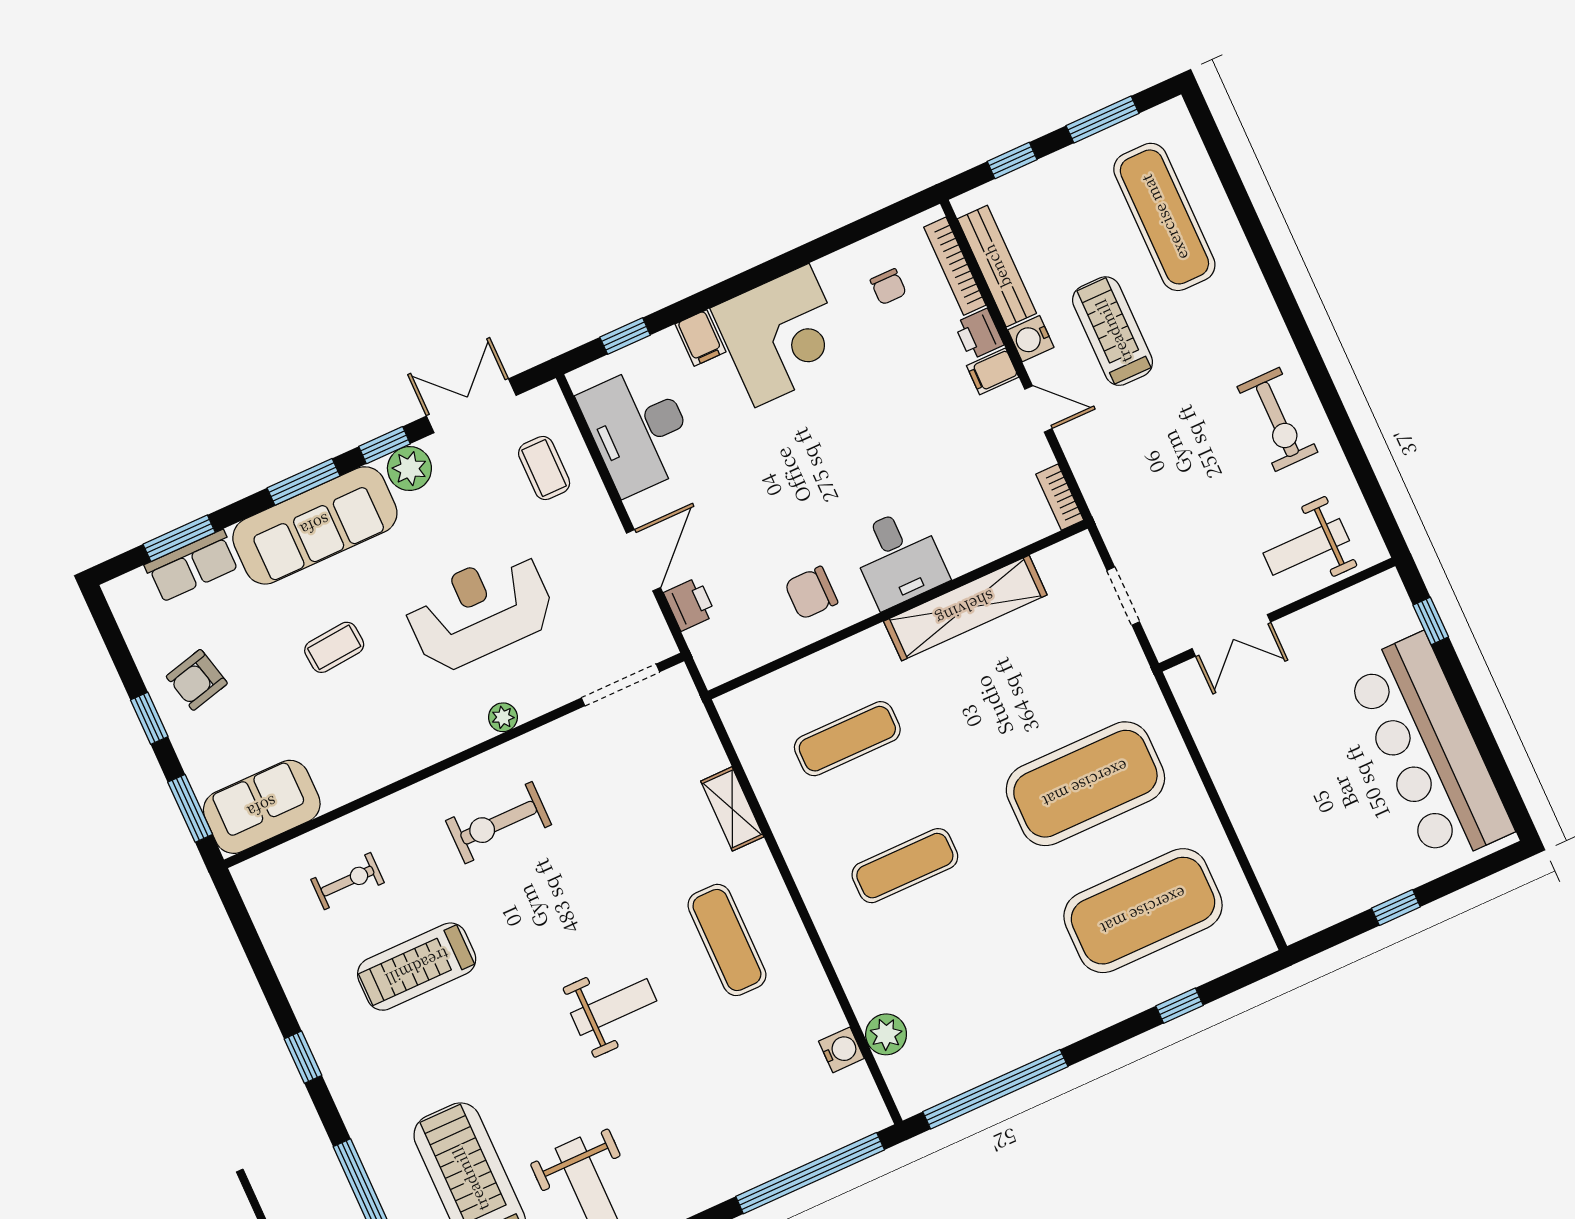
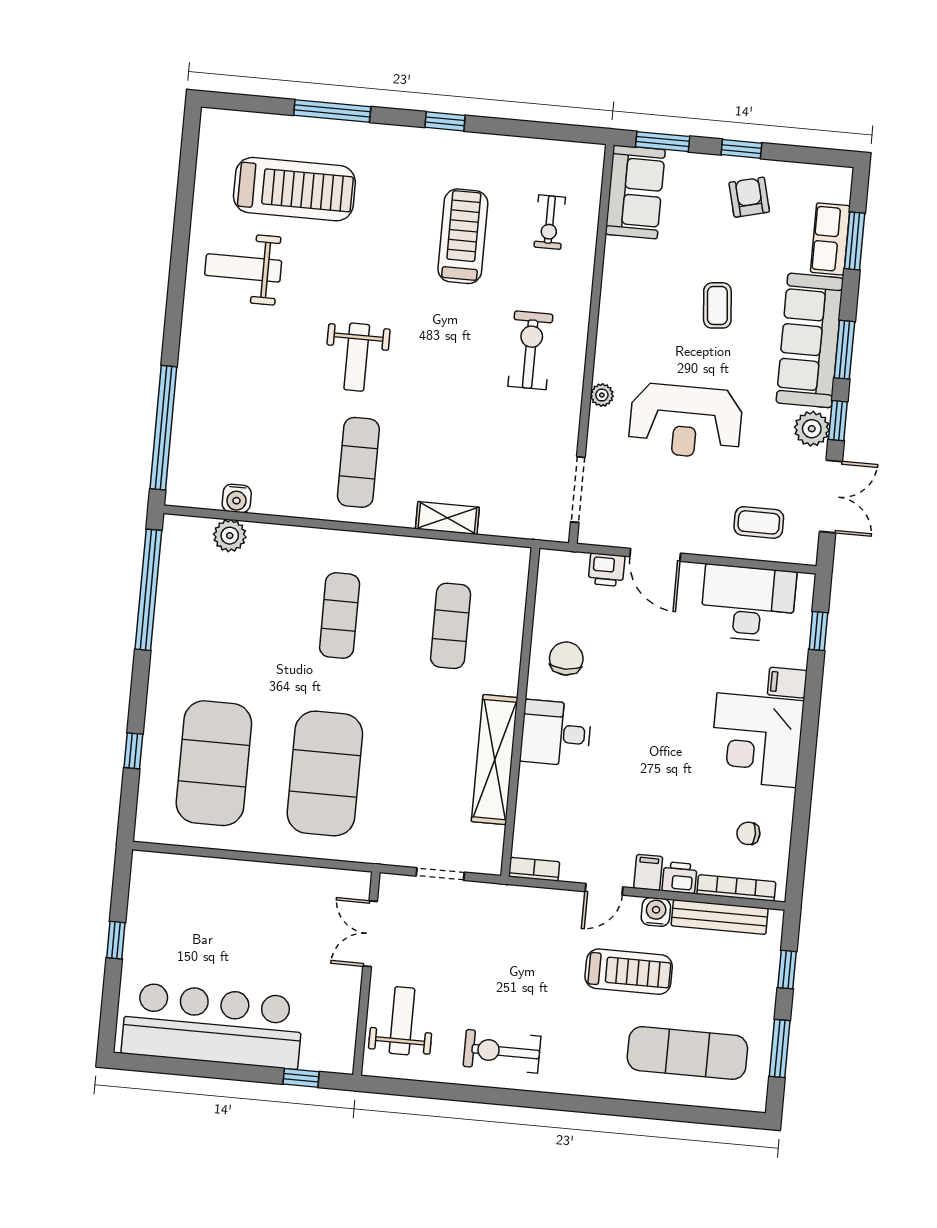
reception desk: (480, 610) -> (686, 421), turned 90
exercise mat: (727, 940) -> (358, 462), turned 90

